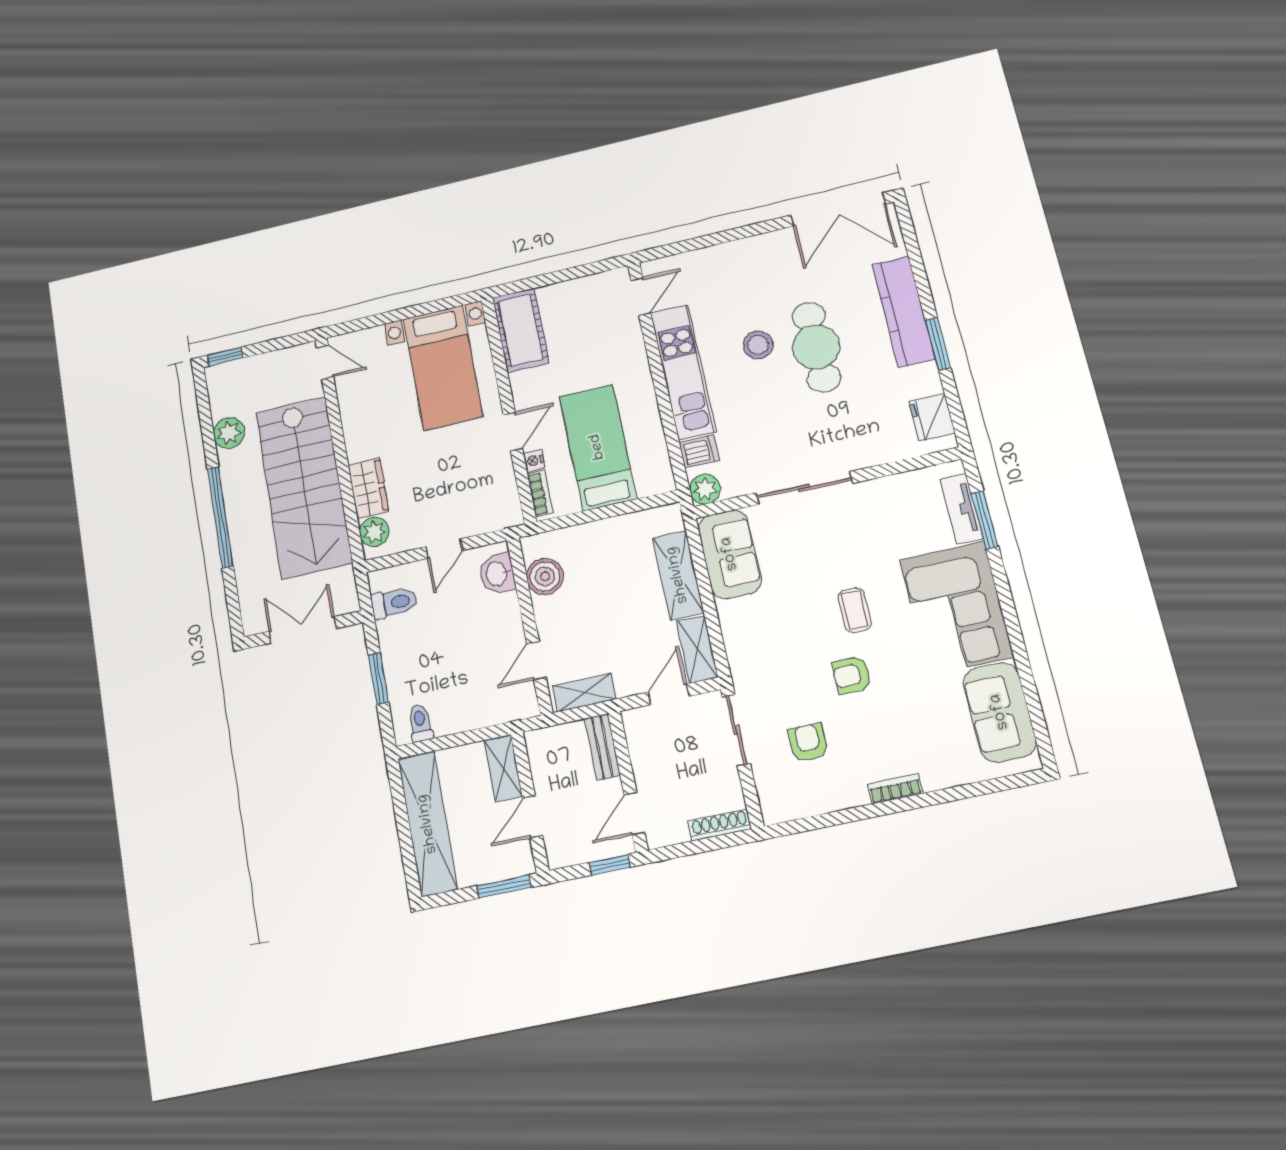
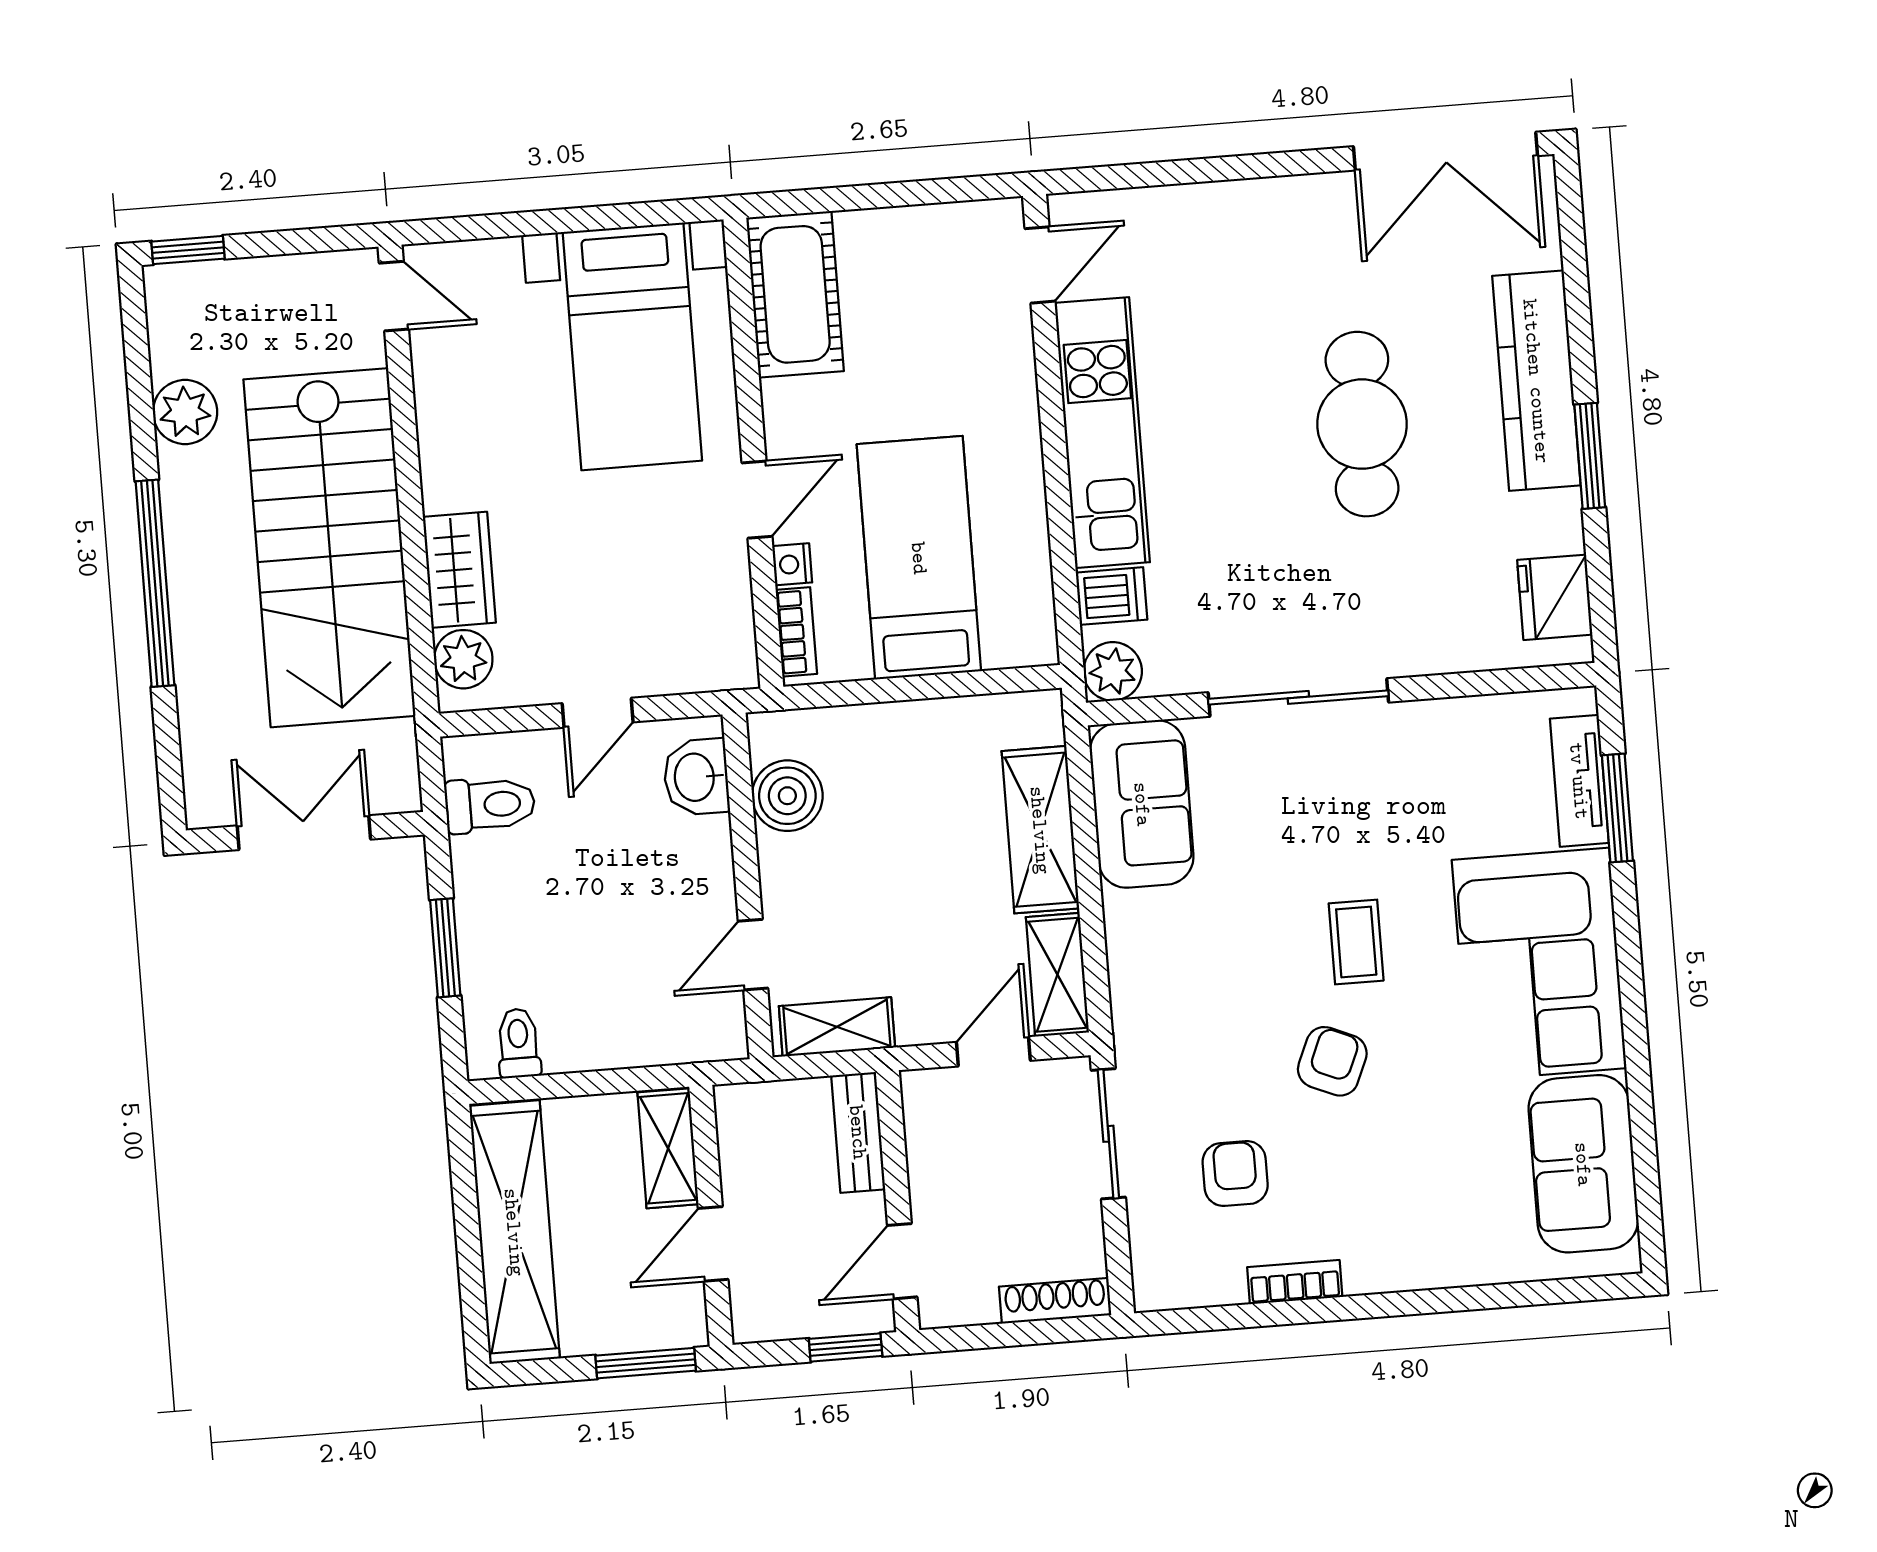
stool: (758, 345) -> (1253, 401), removed
armchair: (852, 675) -> (1332, 1061), turned 113
bookcase: (895, 789) -> (1295, 1282), moved

